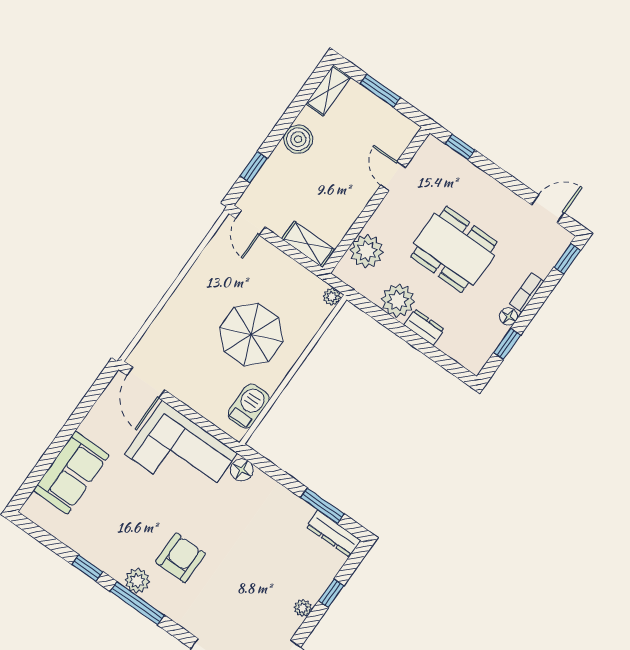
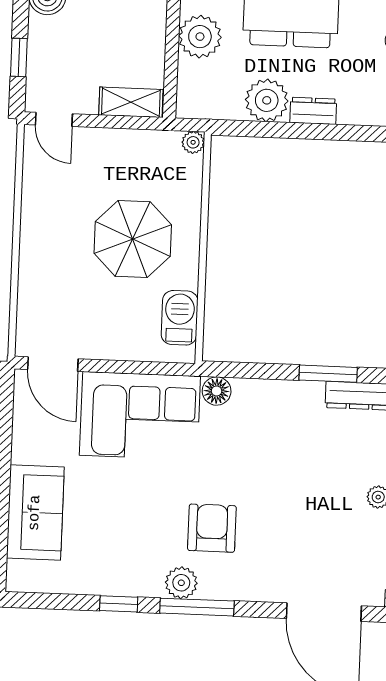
plant: (367, 251) -> (200, 37), moved

